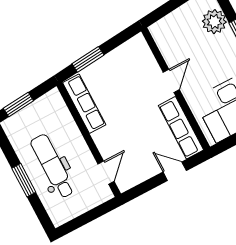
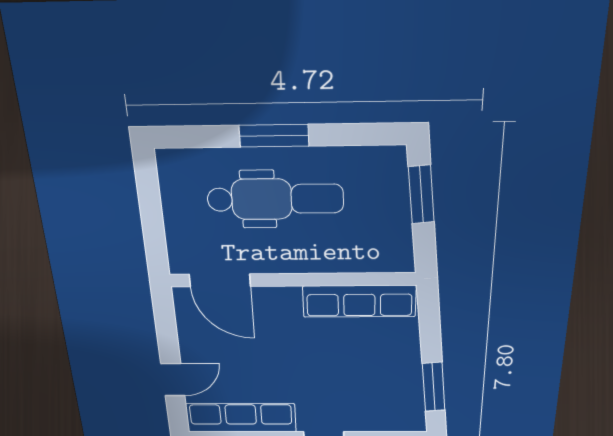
window: (88, 59) -> (434, 387), moved
door: (106, 173) -> (220, 280), width x1.38

